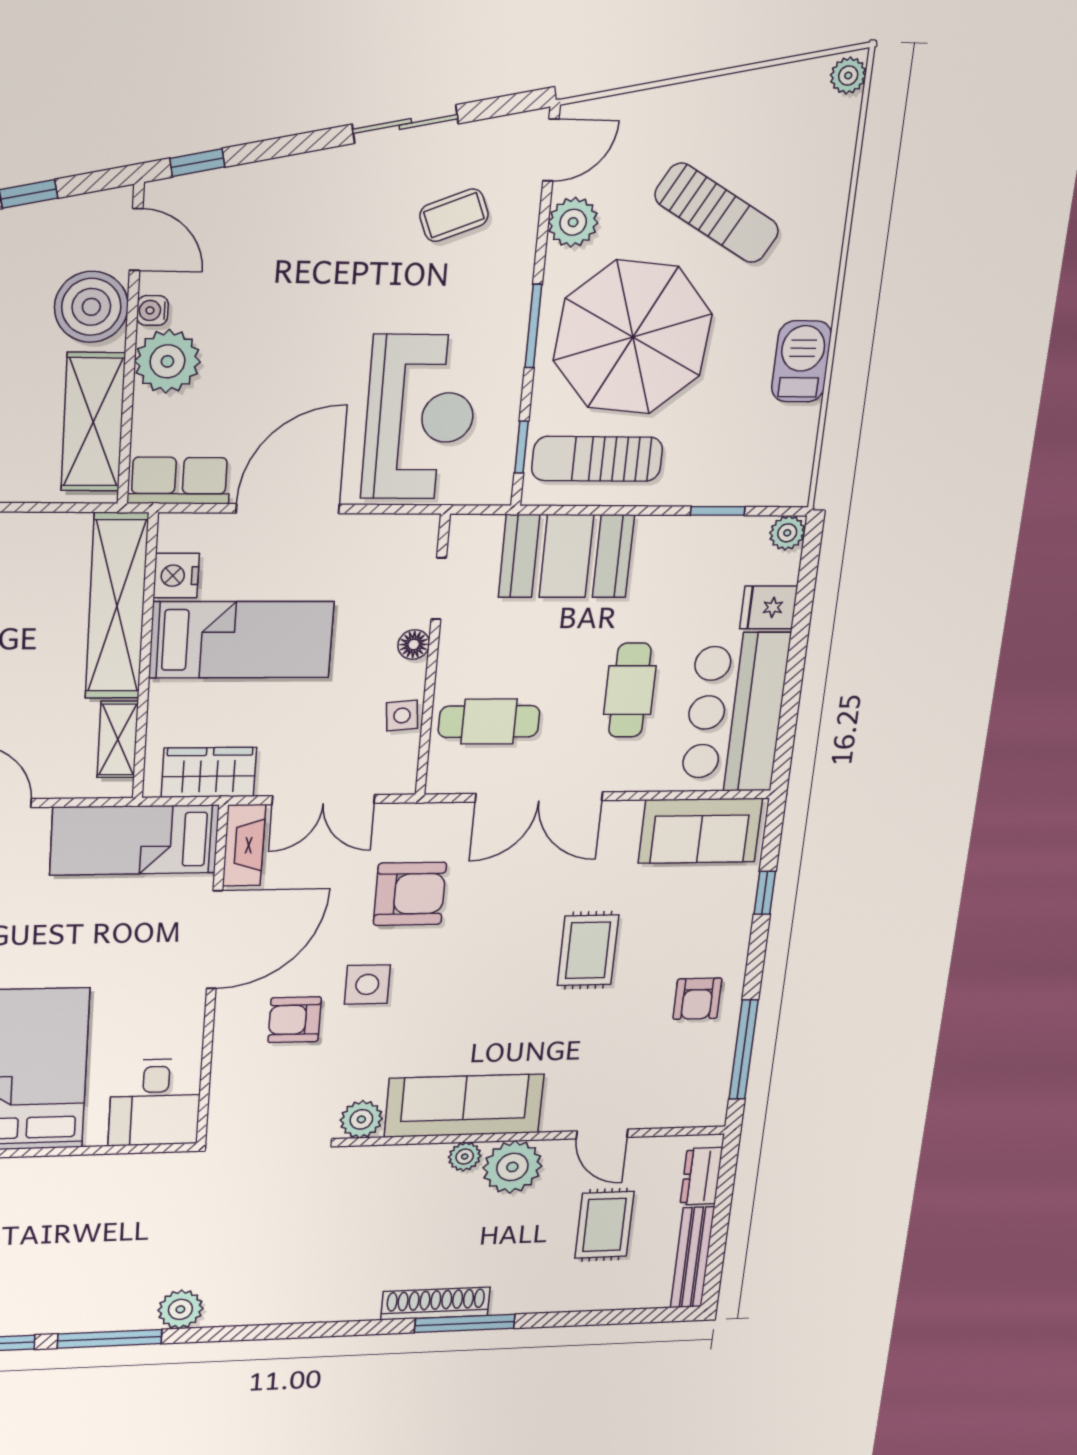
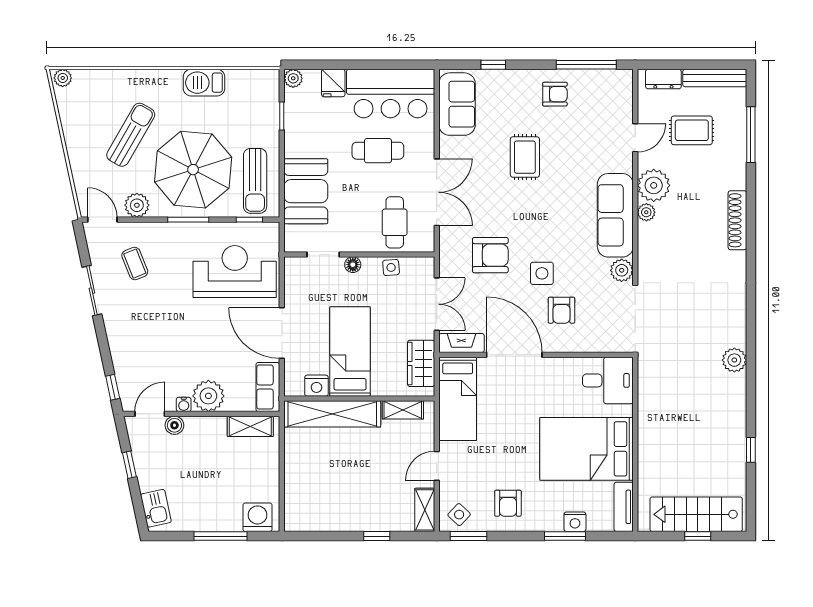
boiler: (91, 307) -> (174, 425), width x0.54, depth x0.54
shelving: (93, 422) -> (250, 426), width x0.67, depth x0.75
armchair: (410, 894) -> (490, 255), turned 90
rug: (588, 950) -> (525, 157), turned 90
window: (465, 1323) -> (751, 135), moved
window: (110, 1339) -> (751, 397), removed

